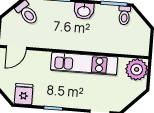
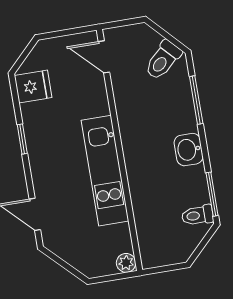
plant: (137, 69) -> (126, 263), width x0.53, depth x0.53

